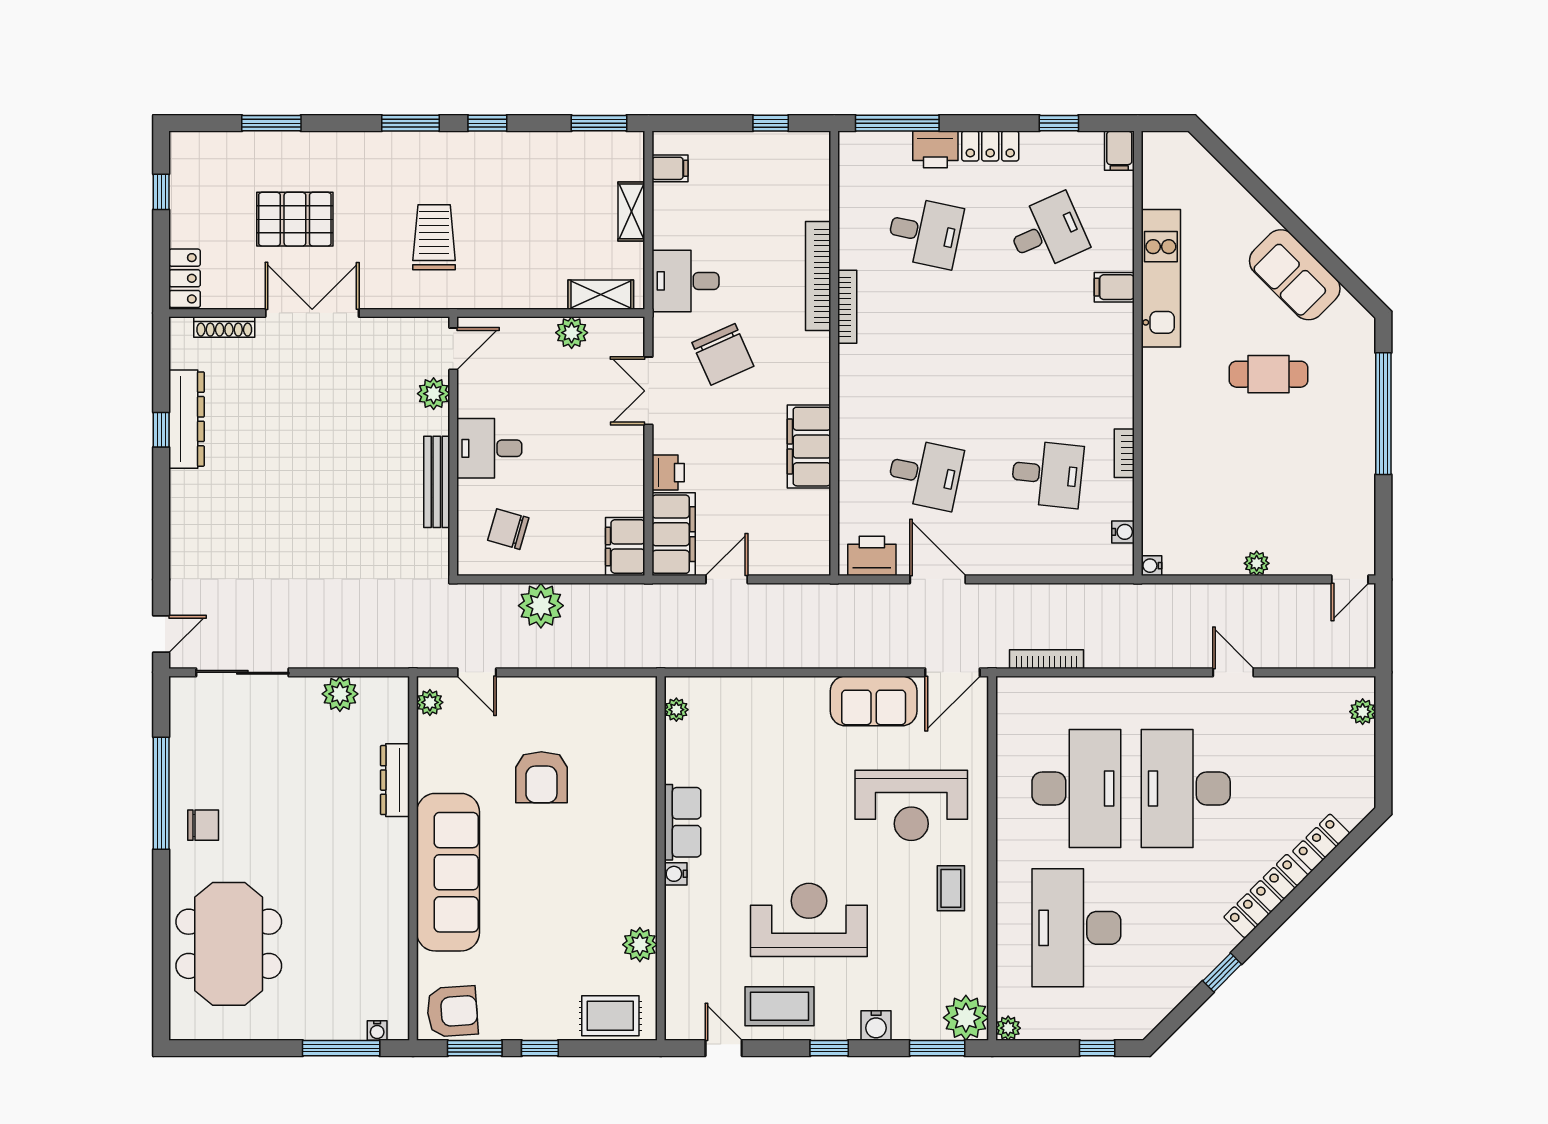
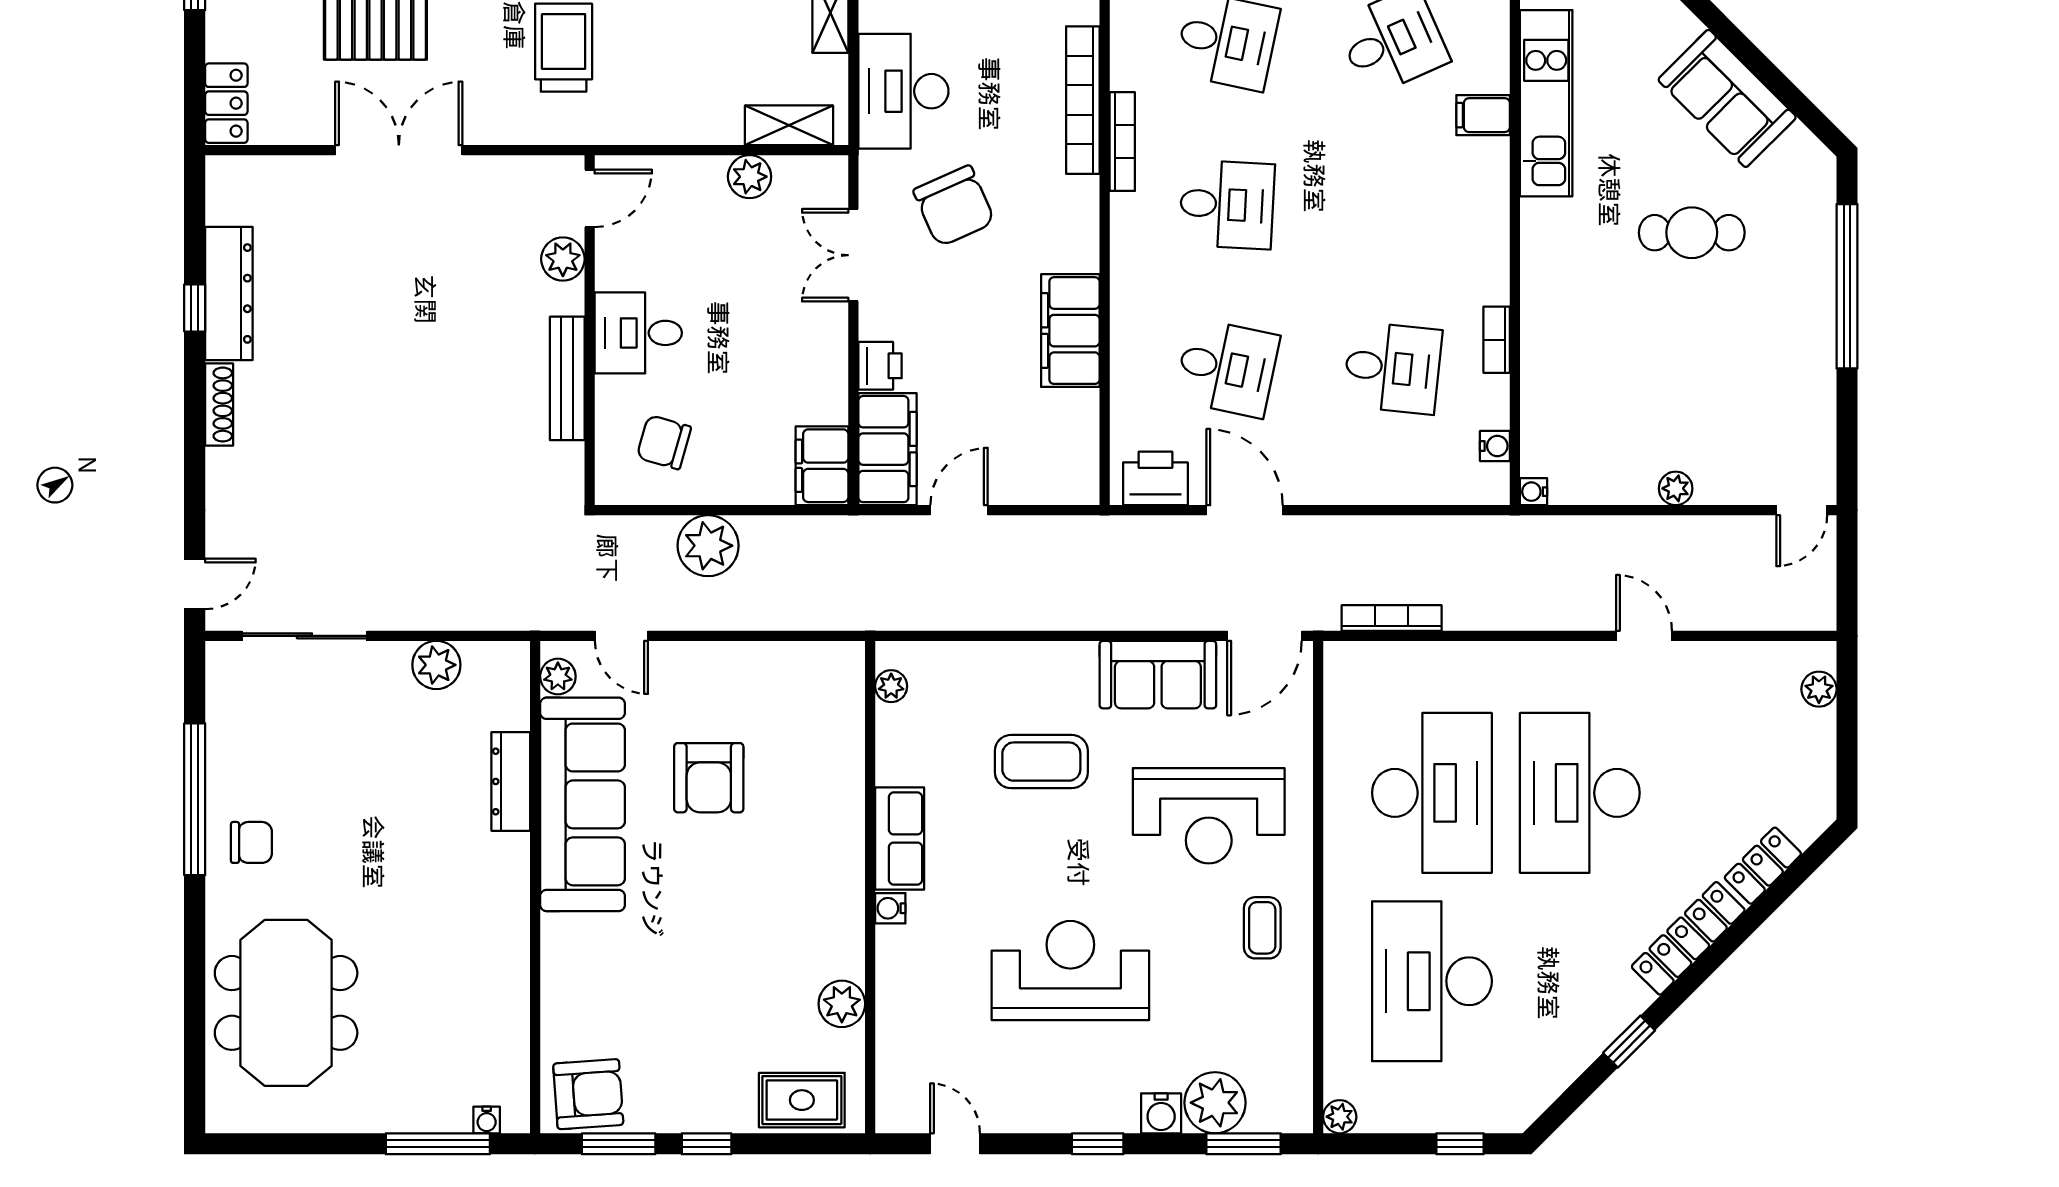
desk: (685, 281) -> (903, 91), width x1.37
shoe rack: (224, 327) -> (219, 405), moved, turned -90
desk: (925, 353) -> (1227, 205), added
sofa: (448, 872) -> (583, 804), moved
coffee table: (779, 1006) -> (1041, 762), moved
plant: (966, 1018) -> (1215, 1103), moved

